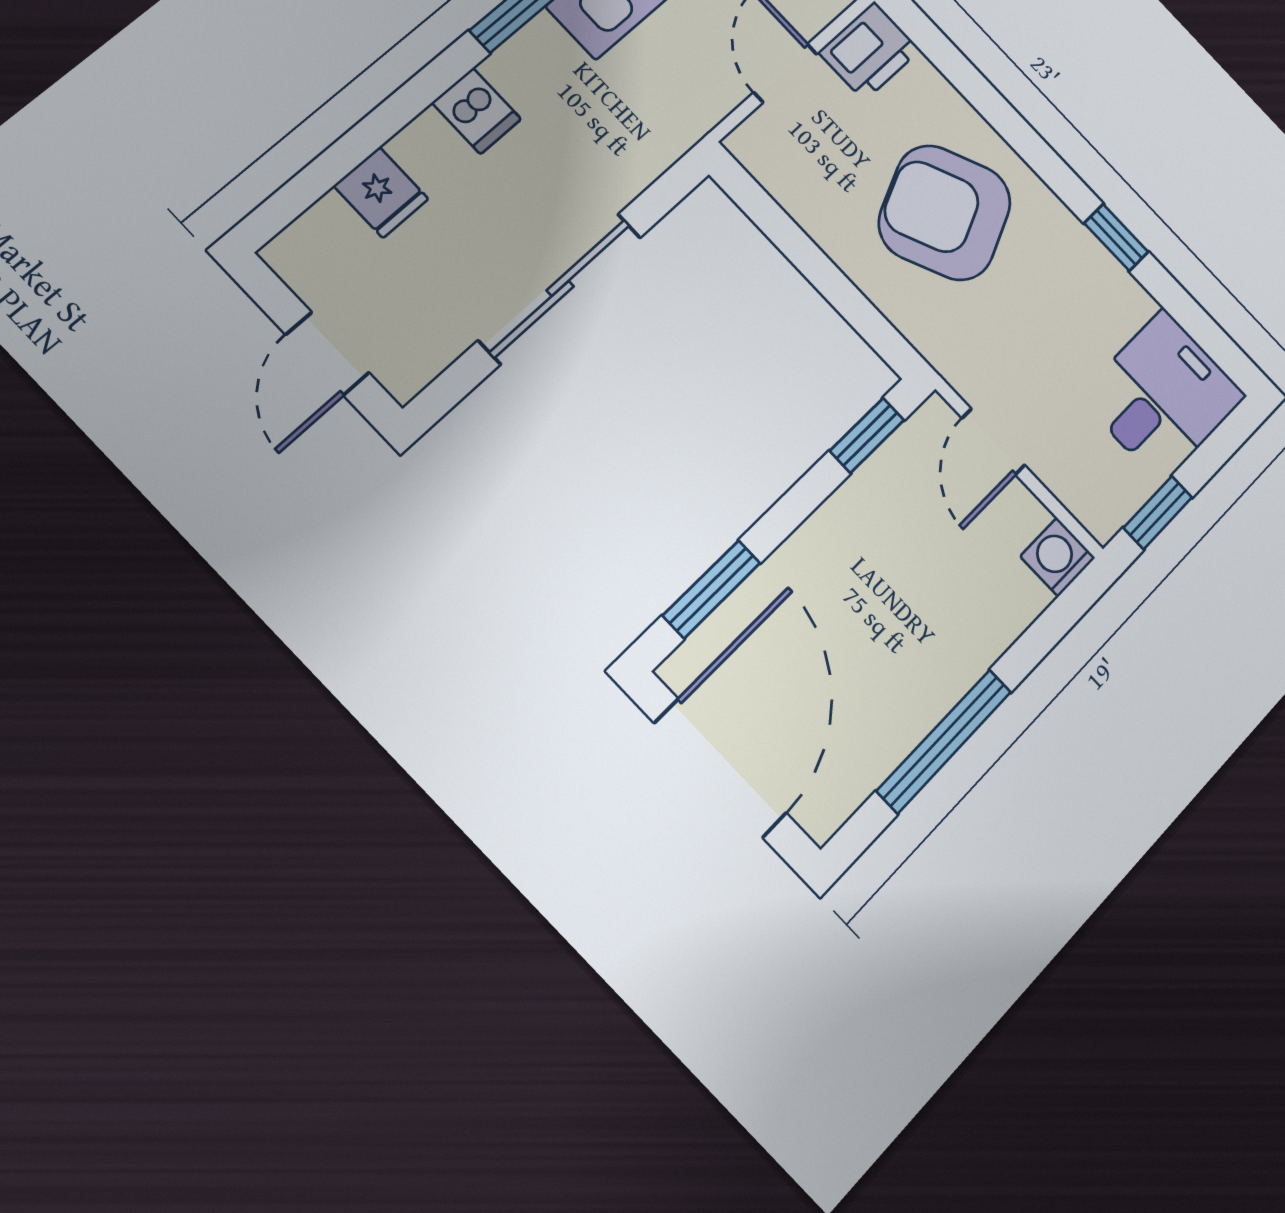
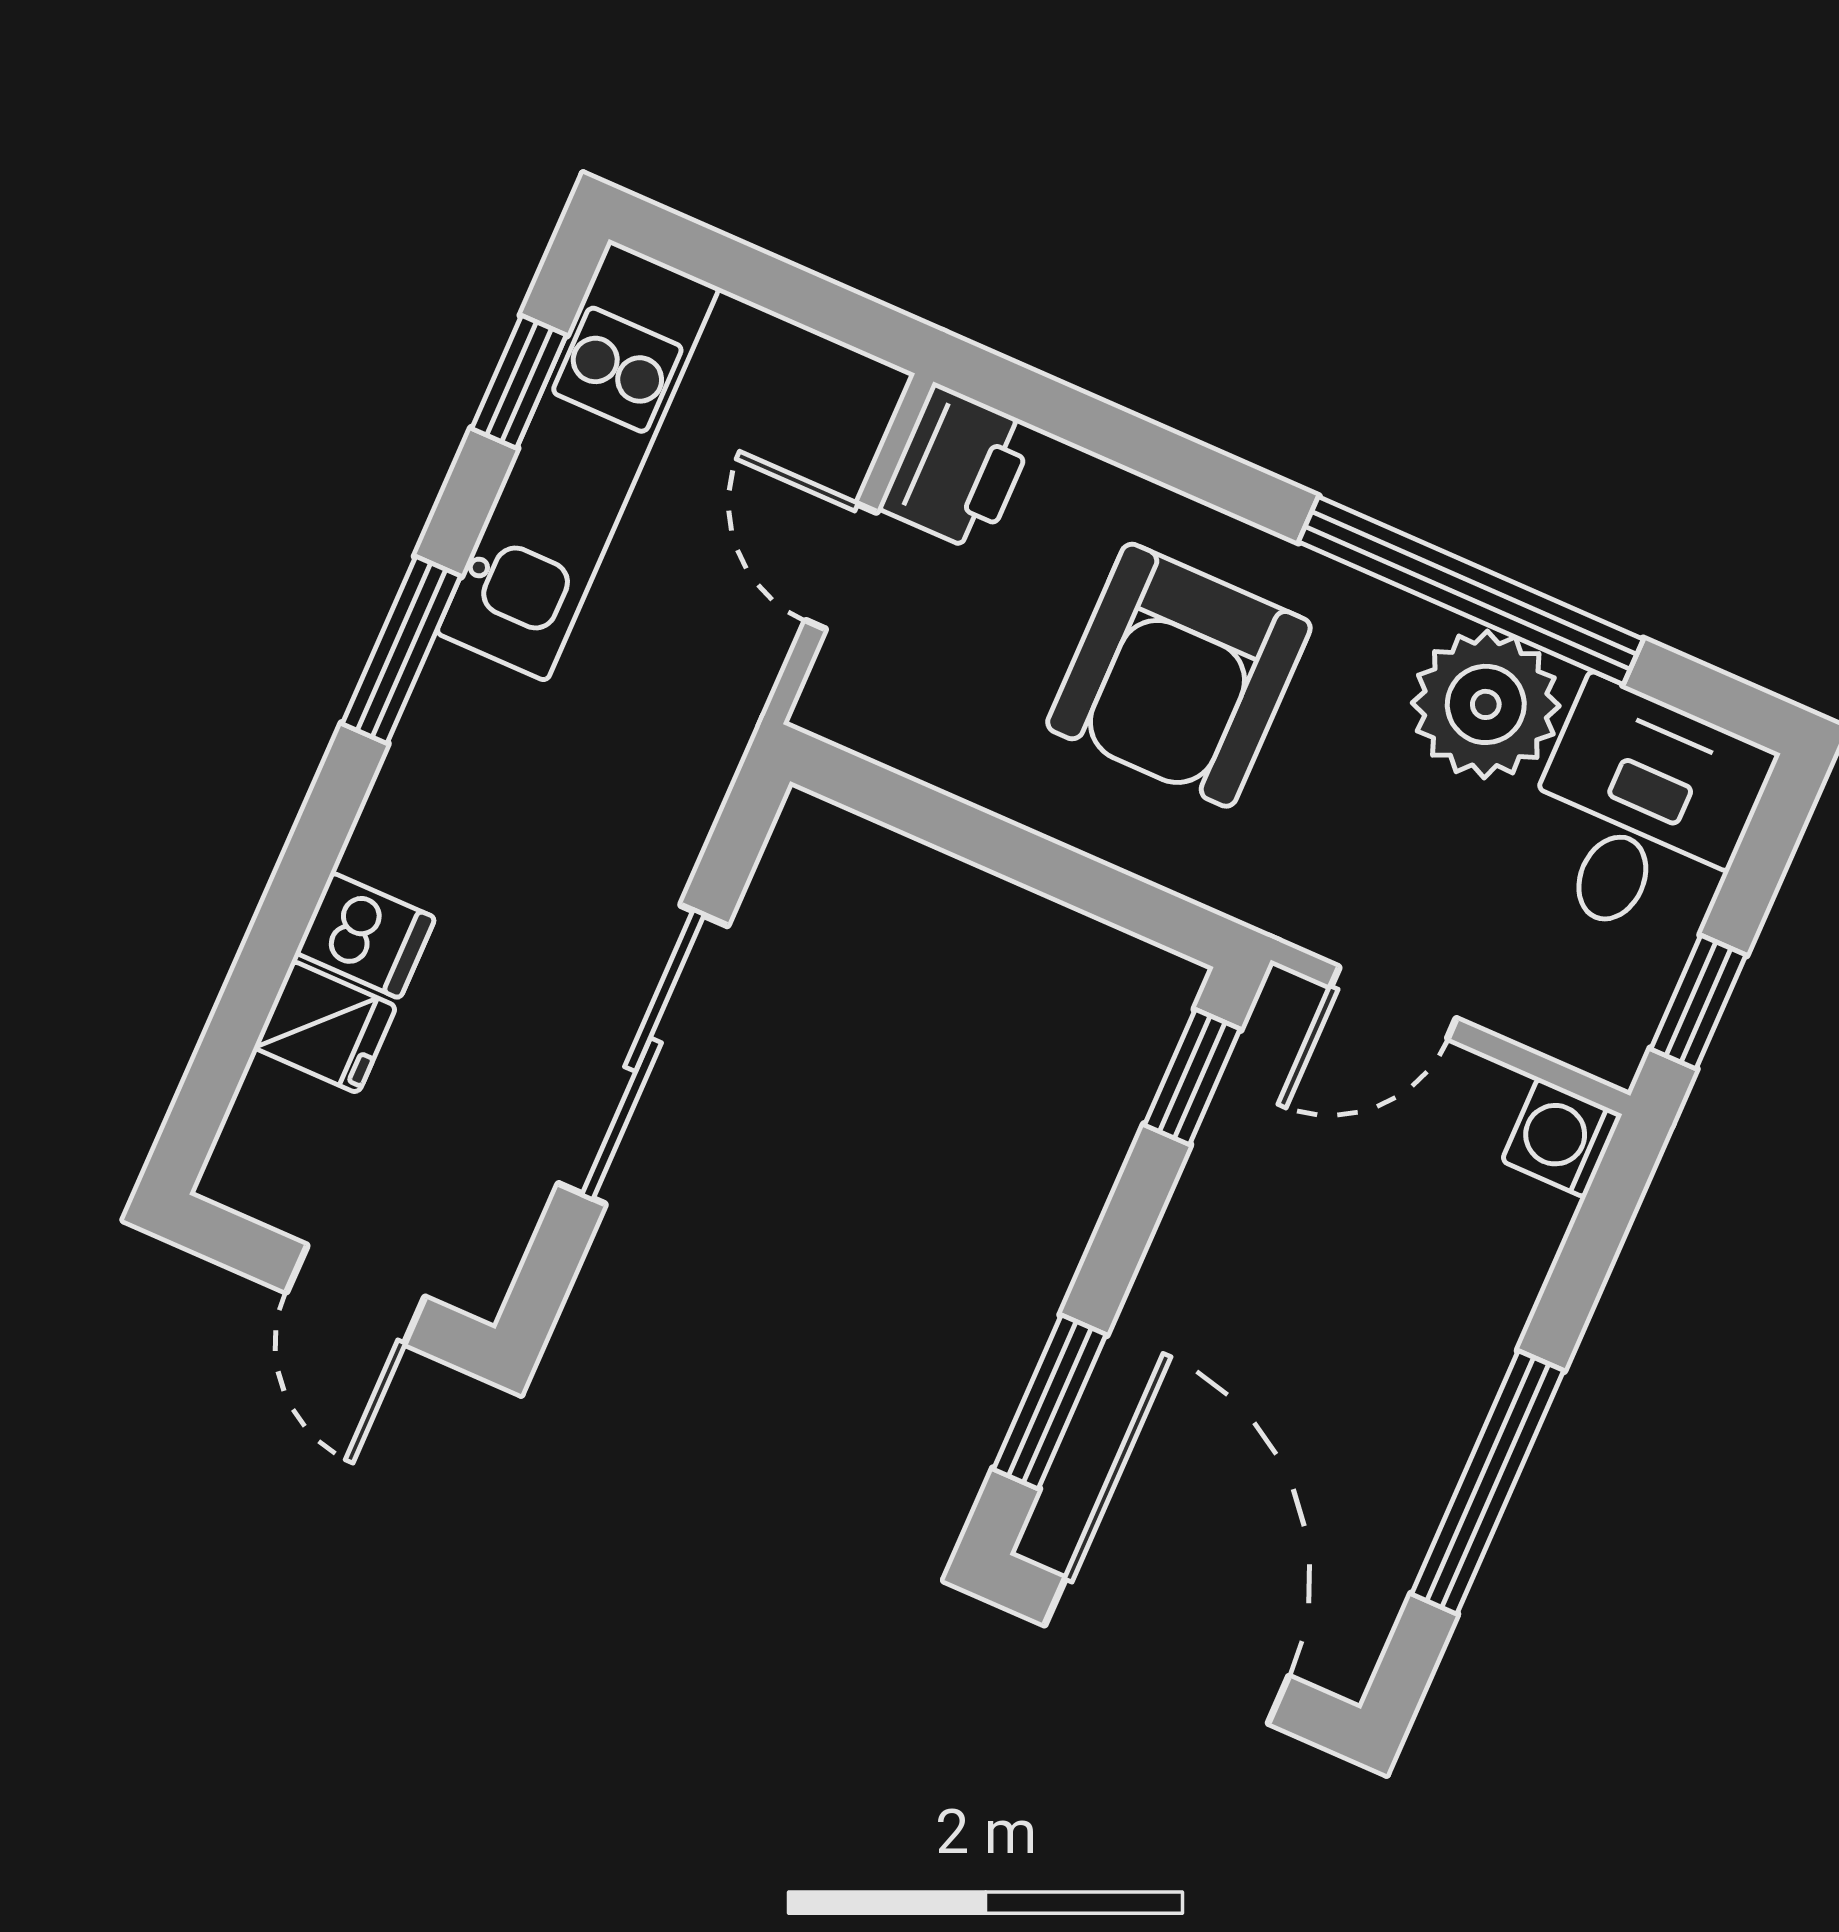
dishwasher: (476, 111) -> (365, 935), moved
armchair: (945, 213) -> (1179, 675), turned -66
window: (1116, 237) -> (1471, 591), width x3.17
plant: (1102, 301) -> (1486, 704), added
door: (993, 442) -> (1393, 1003), hinge flipped

